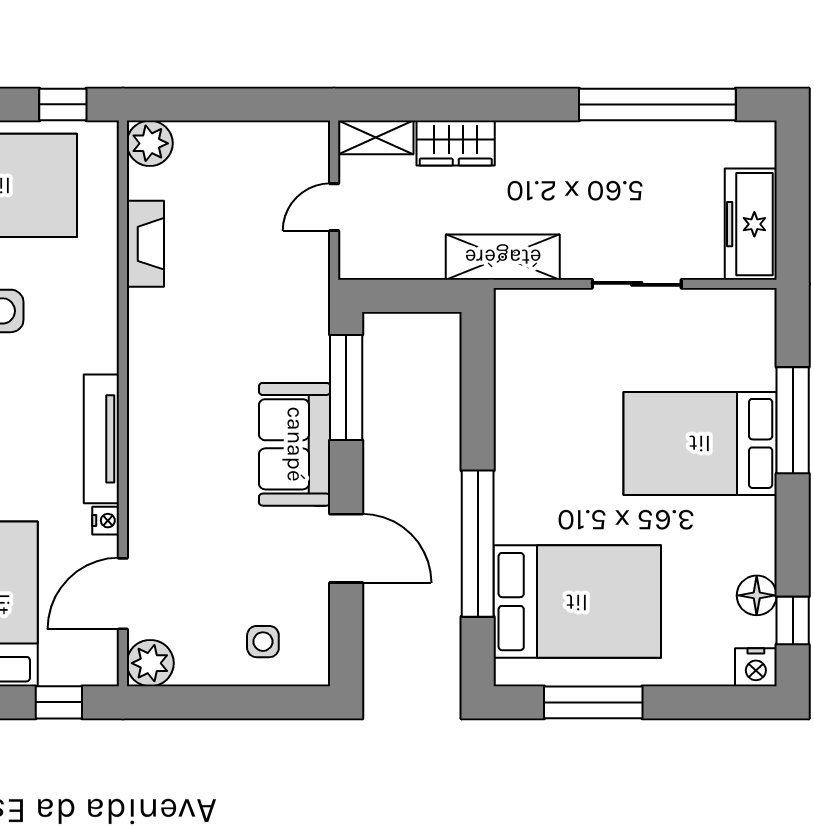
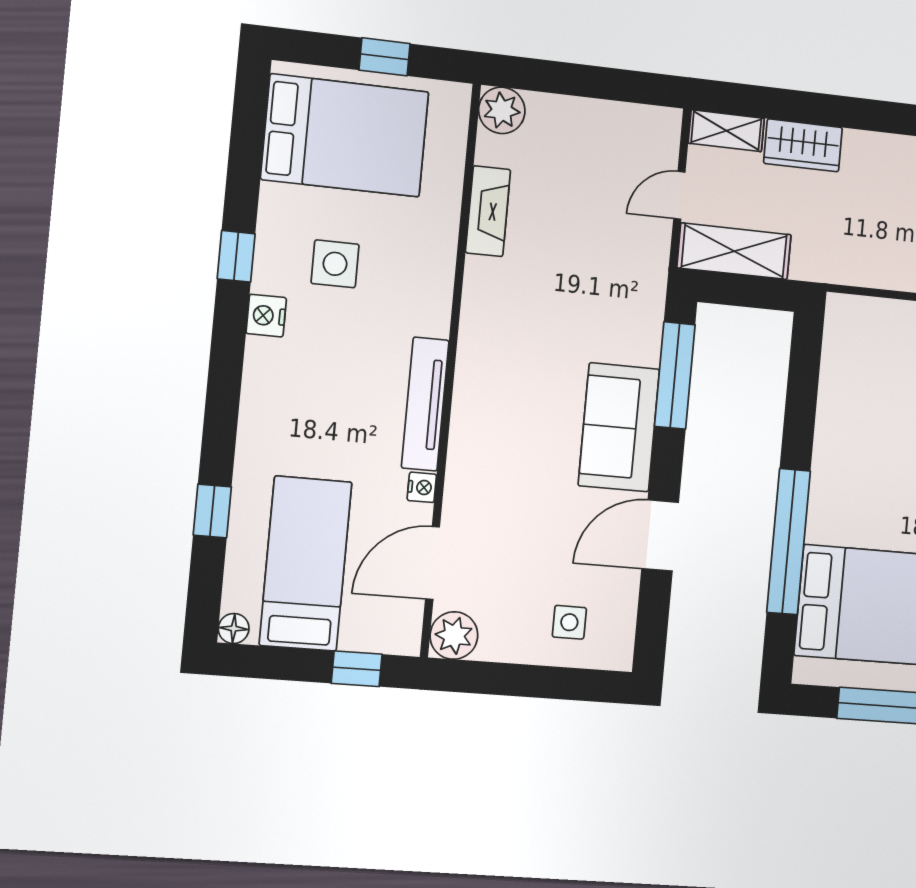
window: (63, 104) -> (384, 57), moved
shelving: (503, 257) -> (734, 251), moved
door: (346, 548) -> (660, 535), swing flipped

